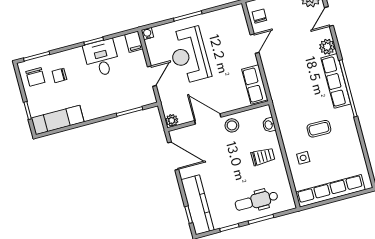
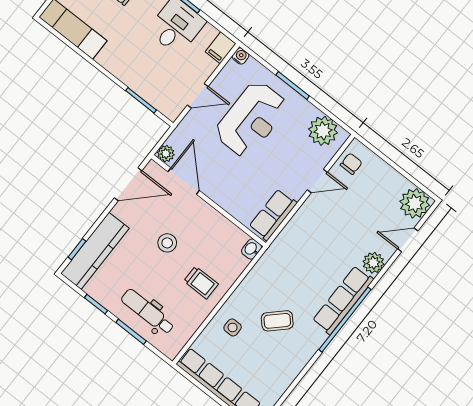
plant: (228, 18) -> (323, 131), added
reception desk: (189, 55) -> (251, 119), turned 180
door: (208, 119) -> (184, 181), moved
stool: (232, 125) -> (167, 243), moved
washbasin: (269, 125) -> (252, 249), moved
coffee table: (319, 129) -> (277, 321), turned -45
door: (173, 156) -> (128, 184), hinge flipped

